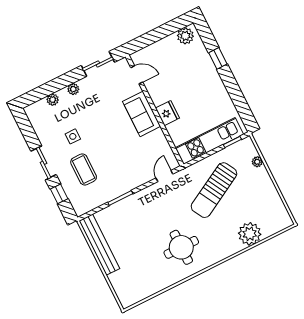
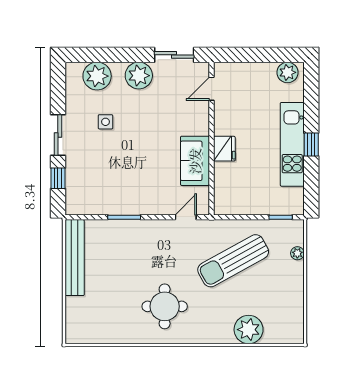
window: (218, 58) -> (311, 145), moved
door: (137, 75) -> (211, 89), swing flipped
plant: (73, 89) -> (139, 76), width x1.88, depth x1.88
plant: (53, 100) -> (97, 76), width x1.87, depth x1.87
sofa: (142, 114) -> (195, 161), moved
kitchen unit: (209, 141) -> (292, 144), moved, turned -90
coffee table: (84, 170) -> (99, 165), removed

